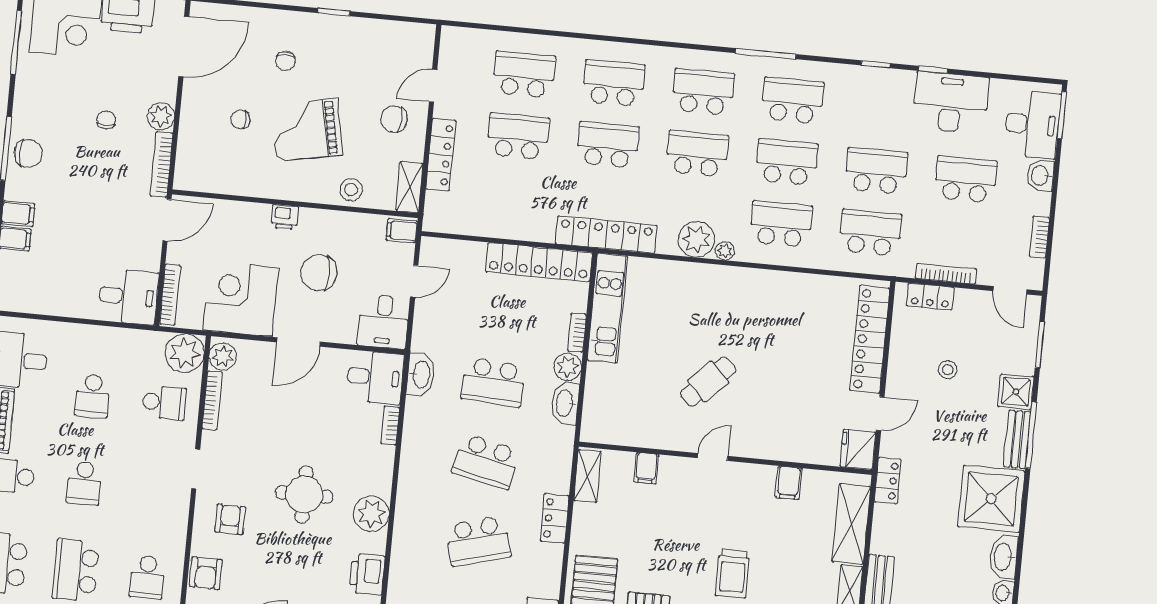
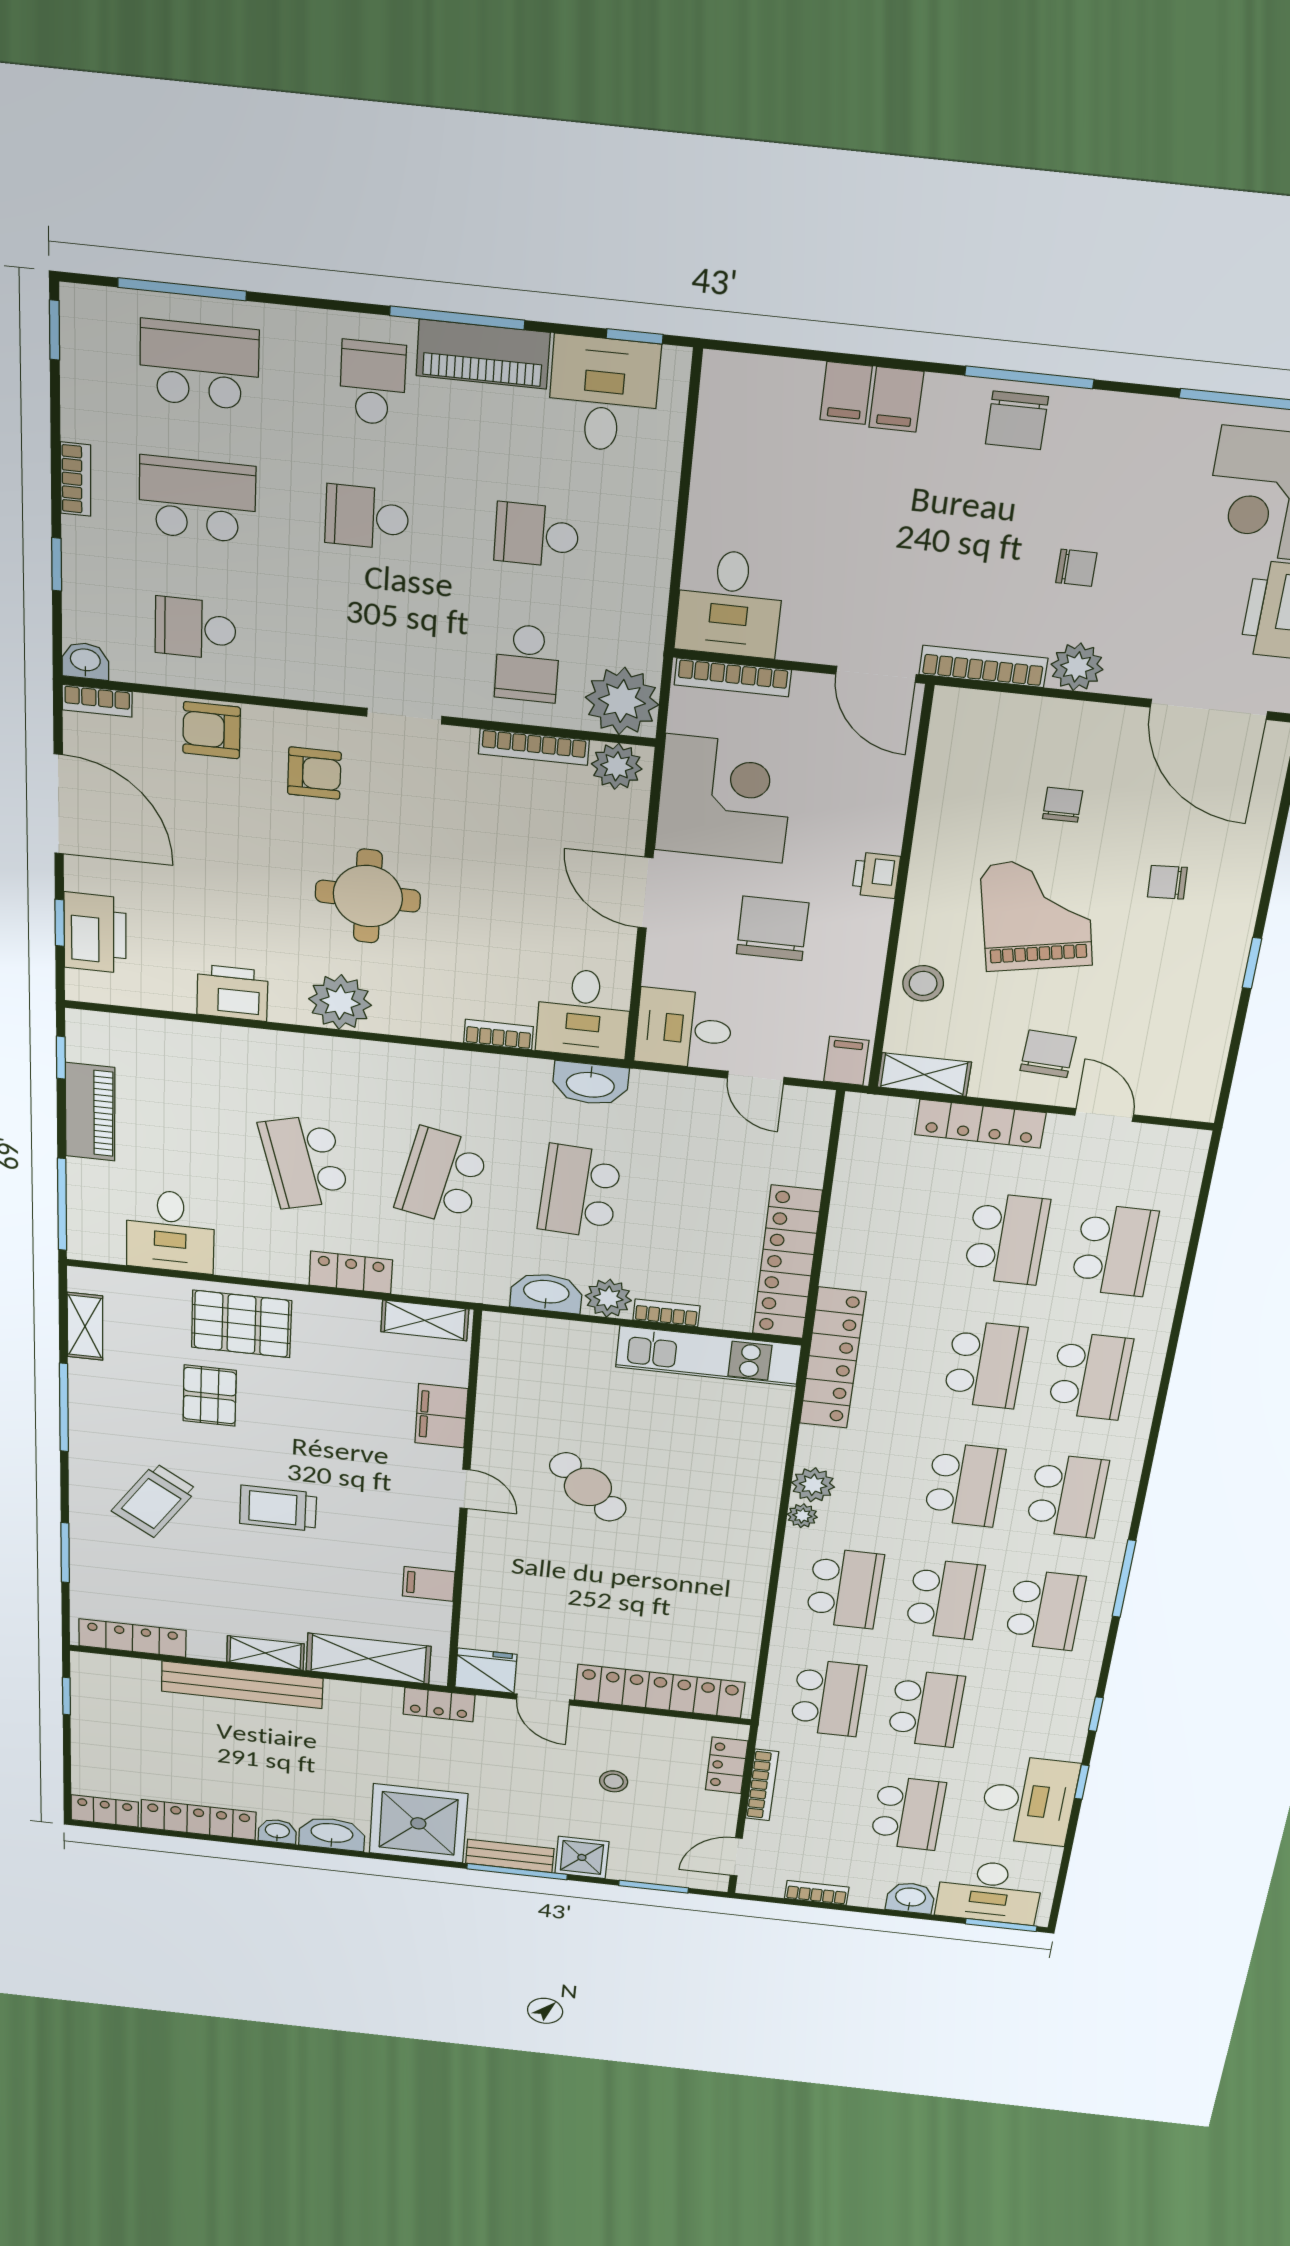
plant: (697, 239) -> (813, 1485), width x0.73, depth x0.73
filing cabinet: (646, 468) -> (441, 1416), width x2.00

